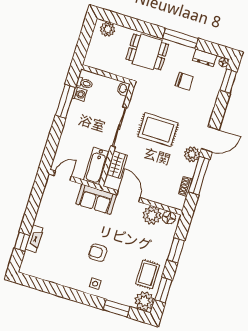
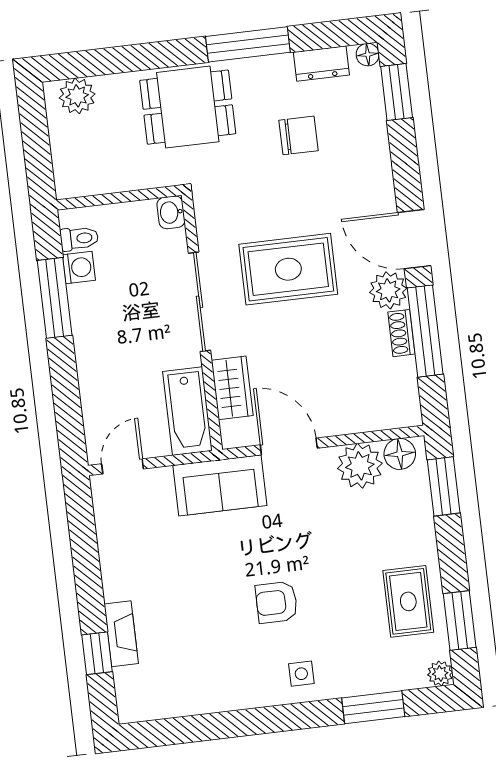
door: (210, 139) -> (414, 239), swing flipped
shoe rack: (185, 186) -> (401, 333), moved
window: (176, 250) -> (444, 486), moved
plant: (144, 301) -> (440, 673), width x0.53, depth x0.53

